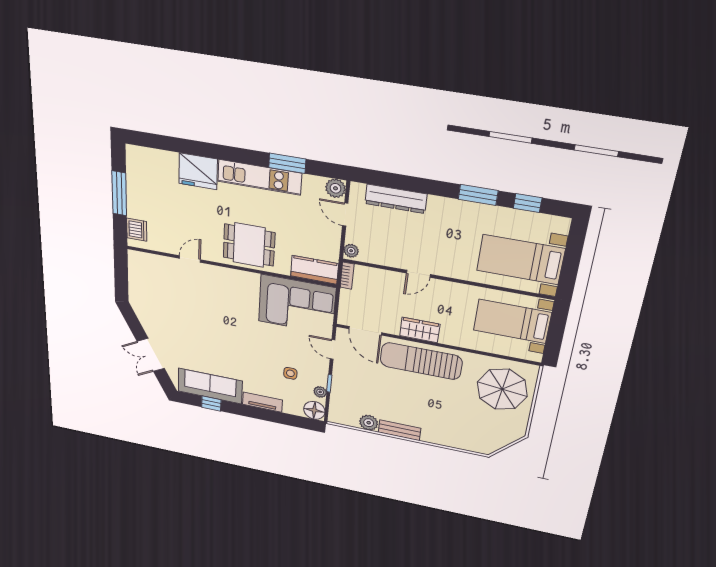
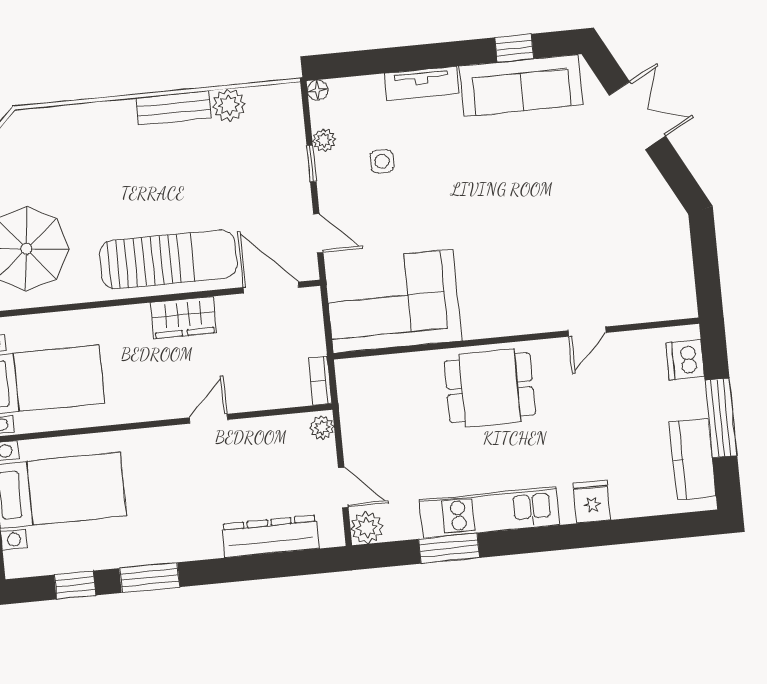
fridge: (198, 171) -> (592, 502), width x0.53, depth x0.75
kitchen counter: (315, 270) -> (693, 459), moved, turned 90
floor lamp: (314, 410) -> (318, 90), width x0.53, depth x0.53

